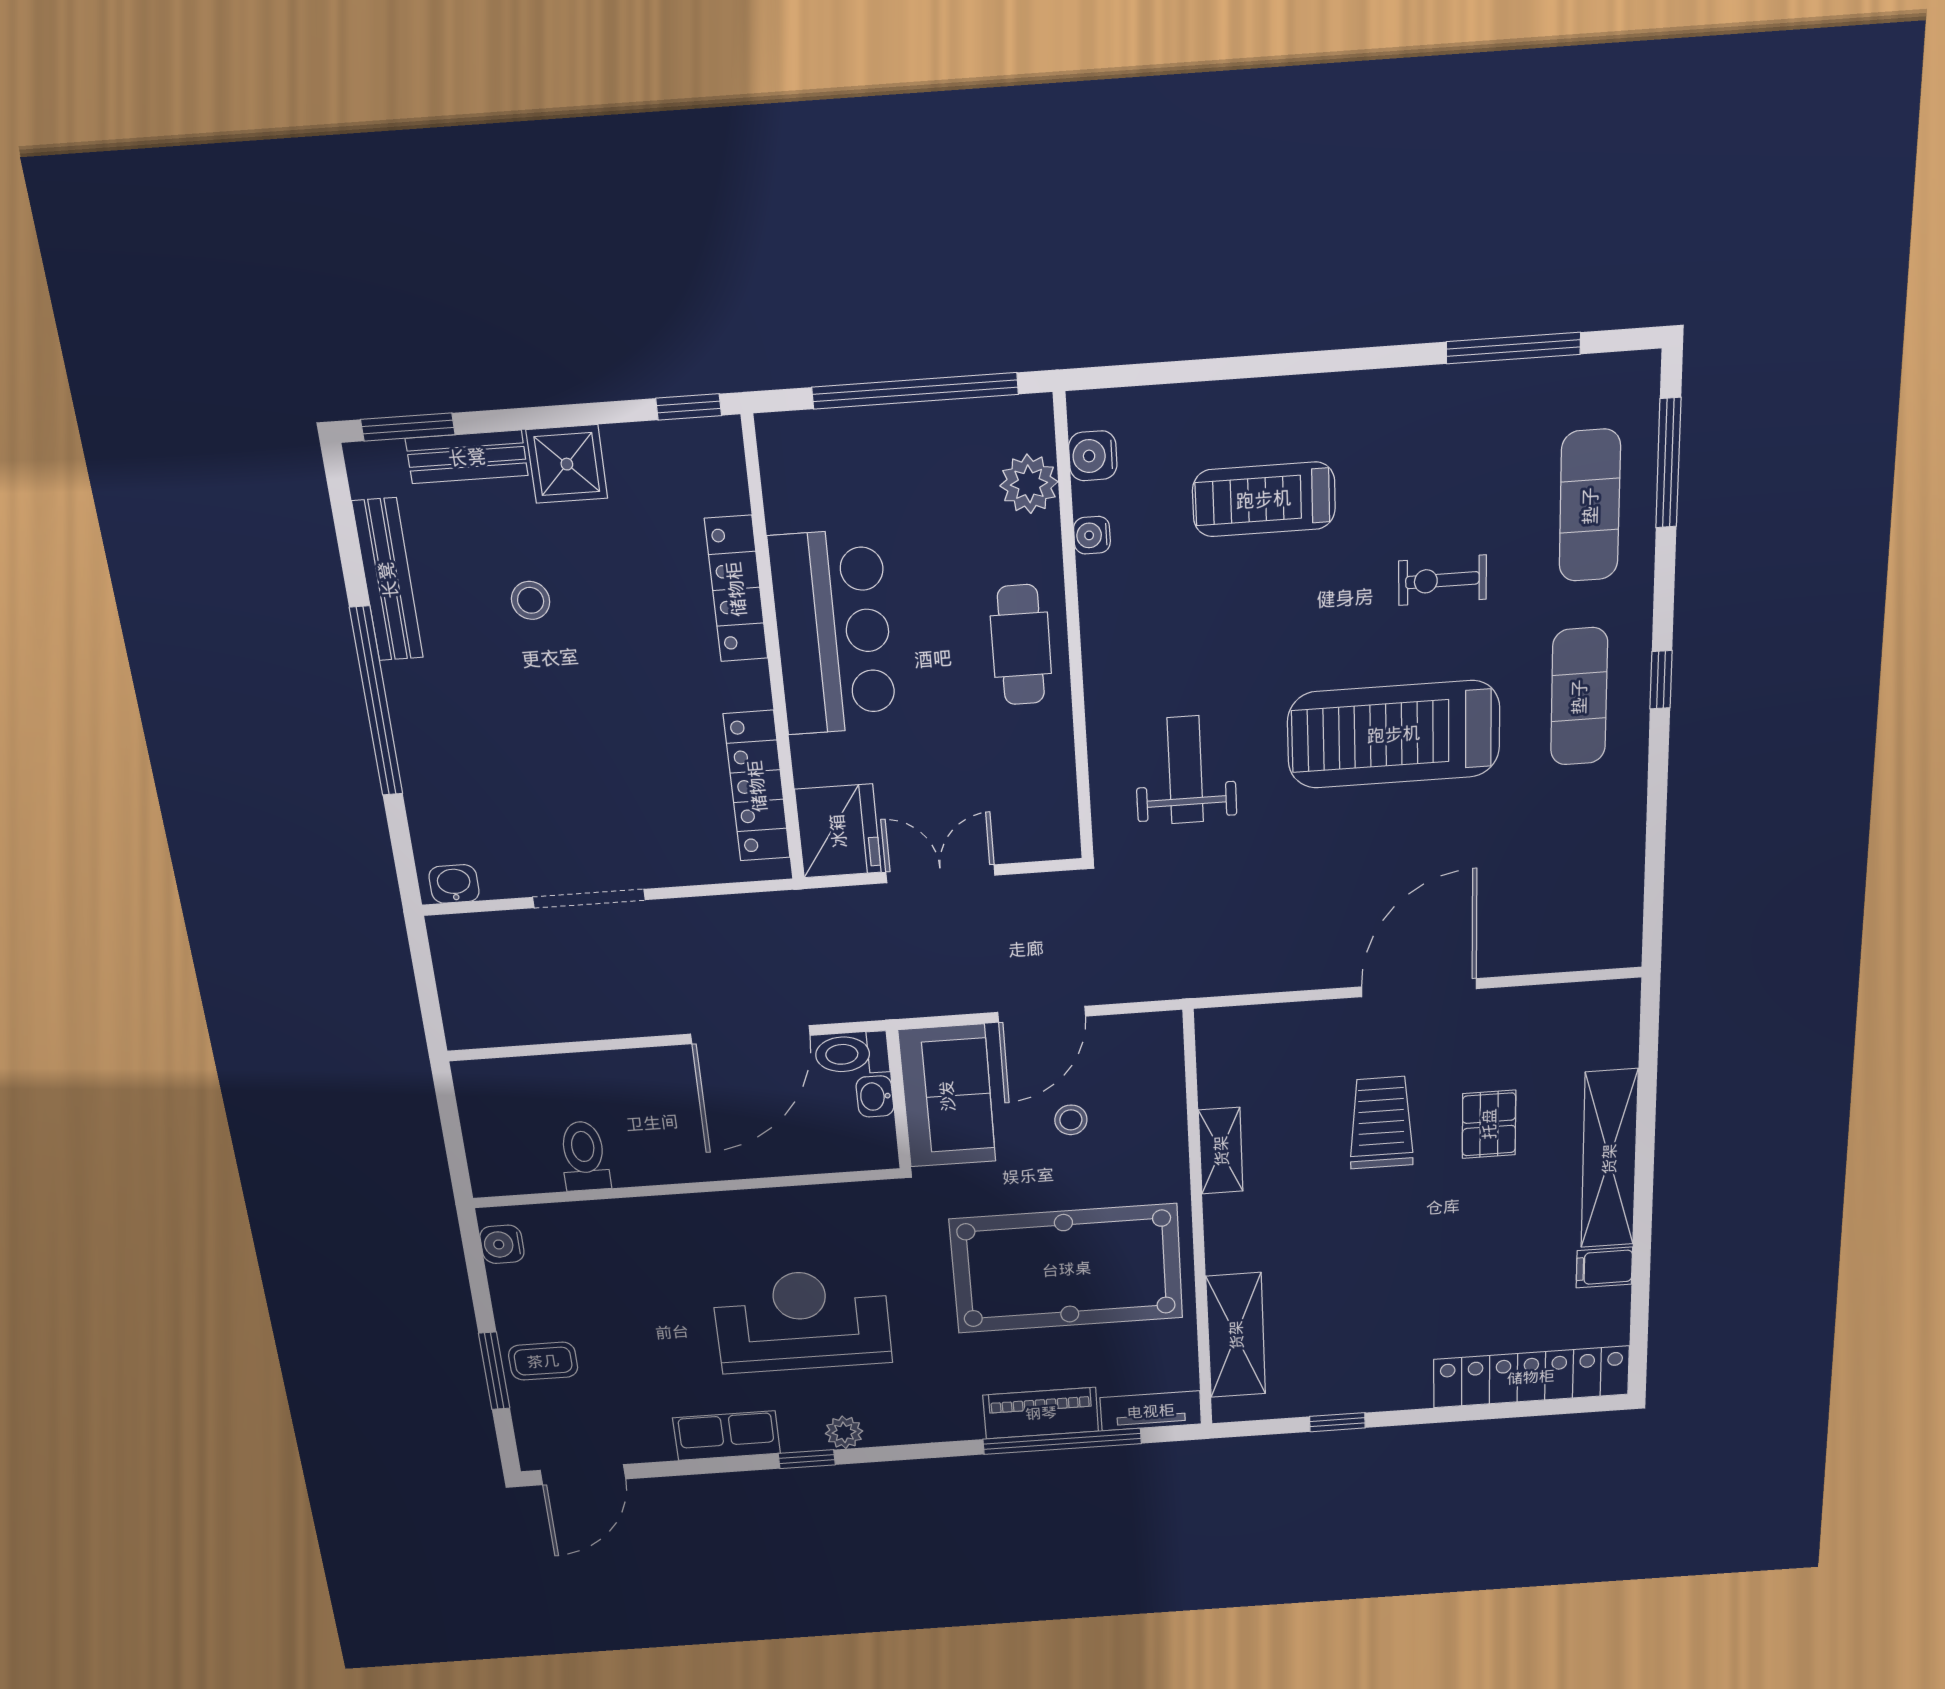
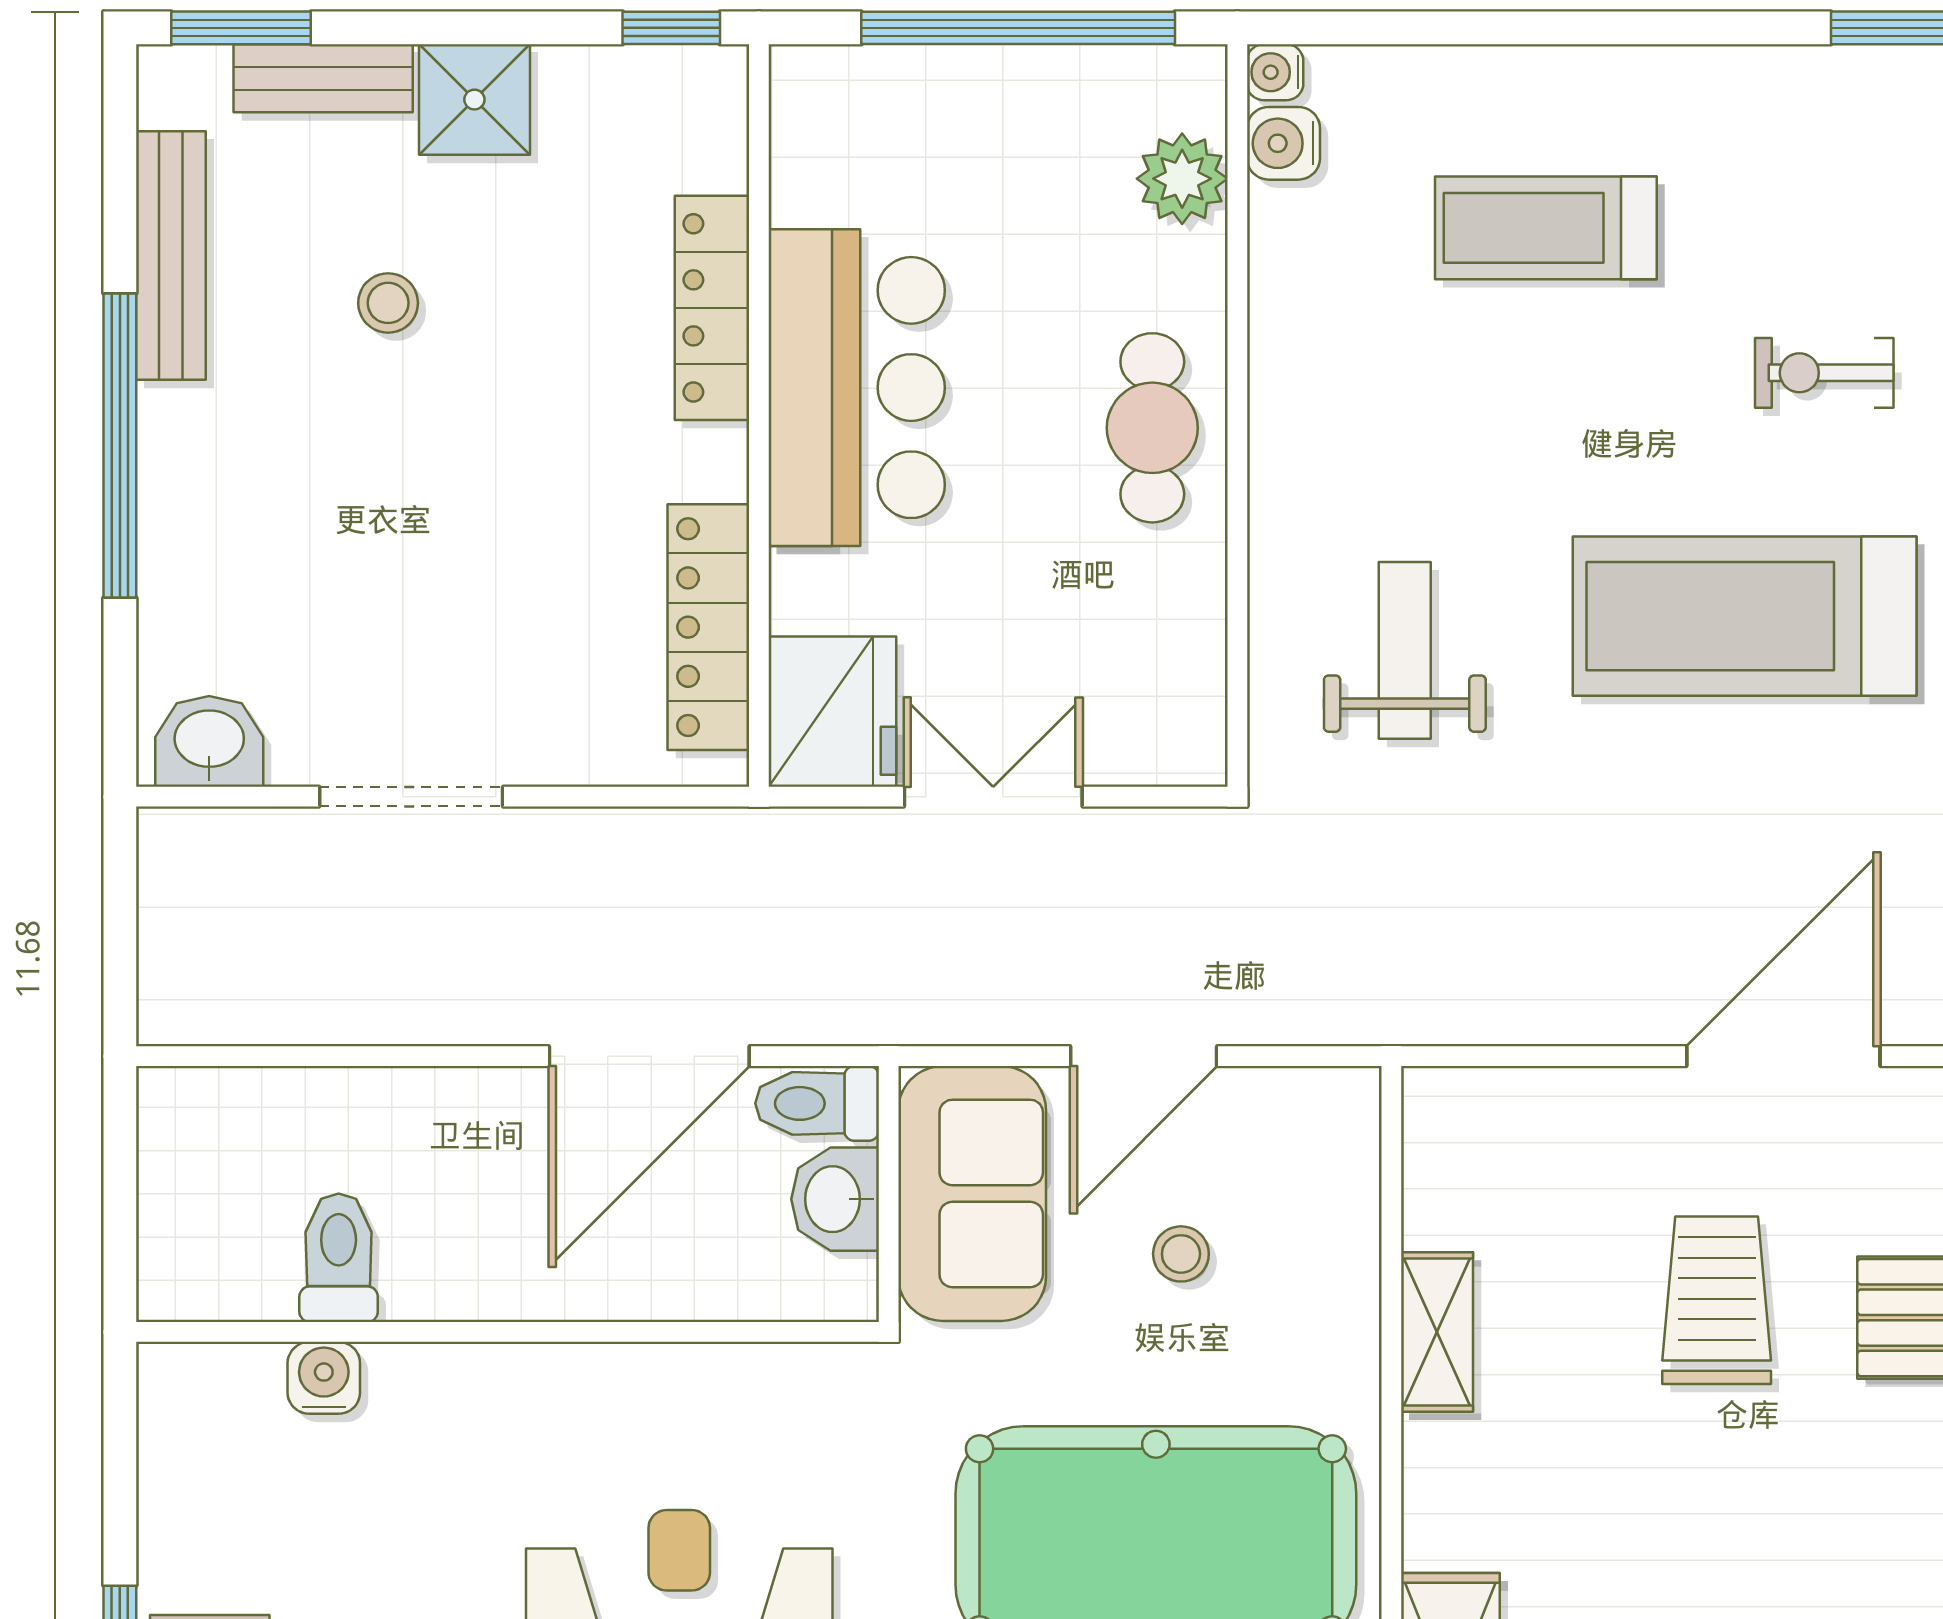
water cooler: (1092, 535) -> (1275, 72), moved
washbasin: (454, 884) -> (209, 741), width x1.38, depth x1.45
washbasin: (875, 1096) -> (835, 1199), width x1.38, depth x1.45
water cooler: (502, 1244) -> (324, 1378), moved, turned 90

